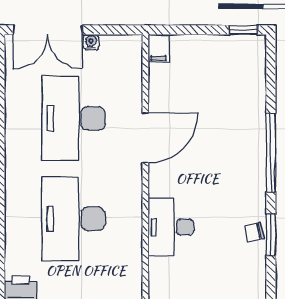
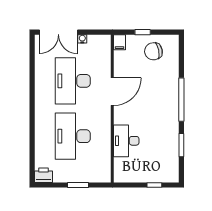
window: (243, 30) -> (143, 32), moved
chair: (254, 232) -> (153, 51), moved, width x1.87, depth x1.87

